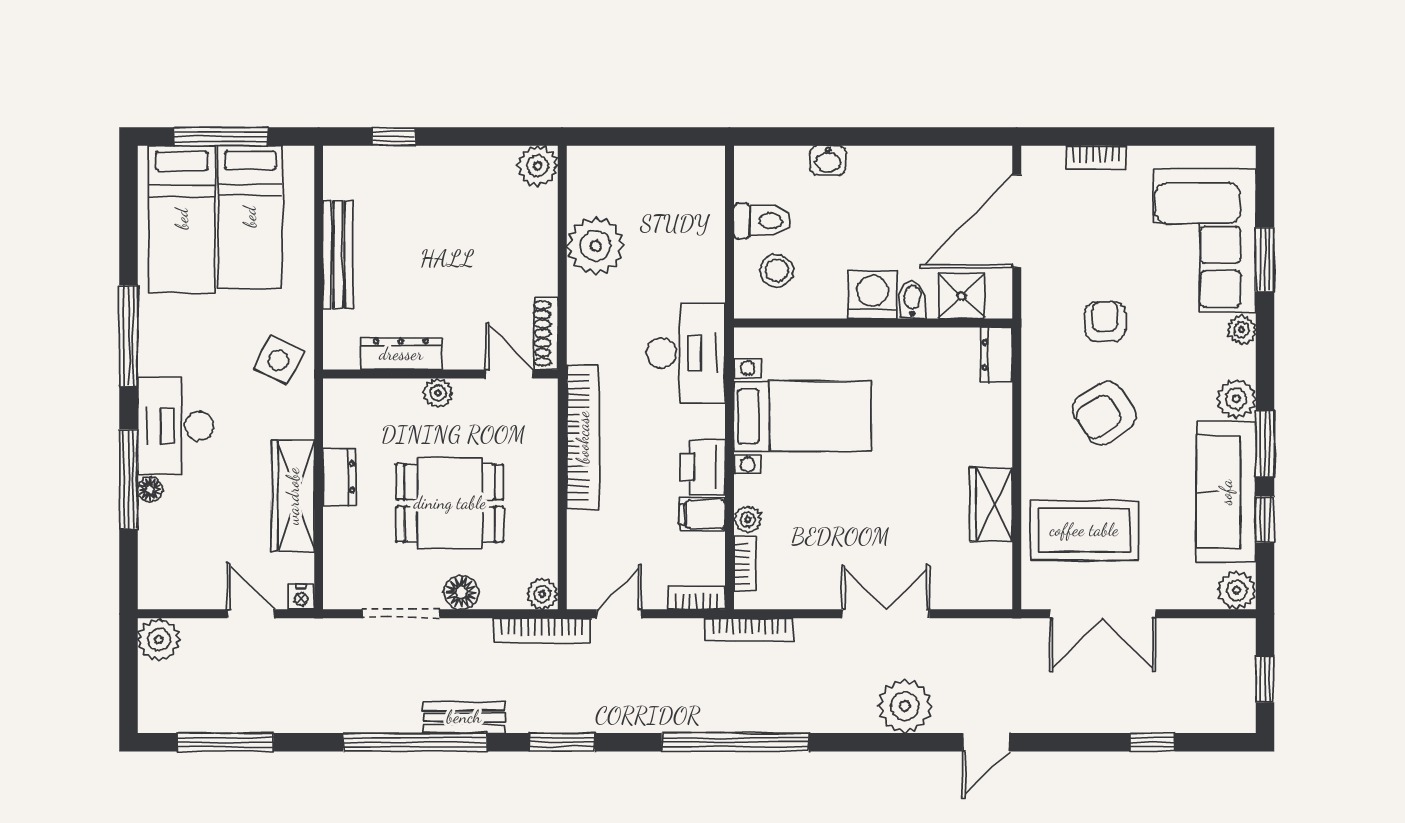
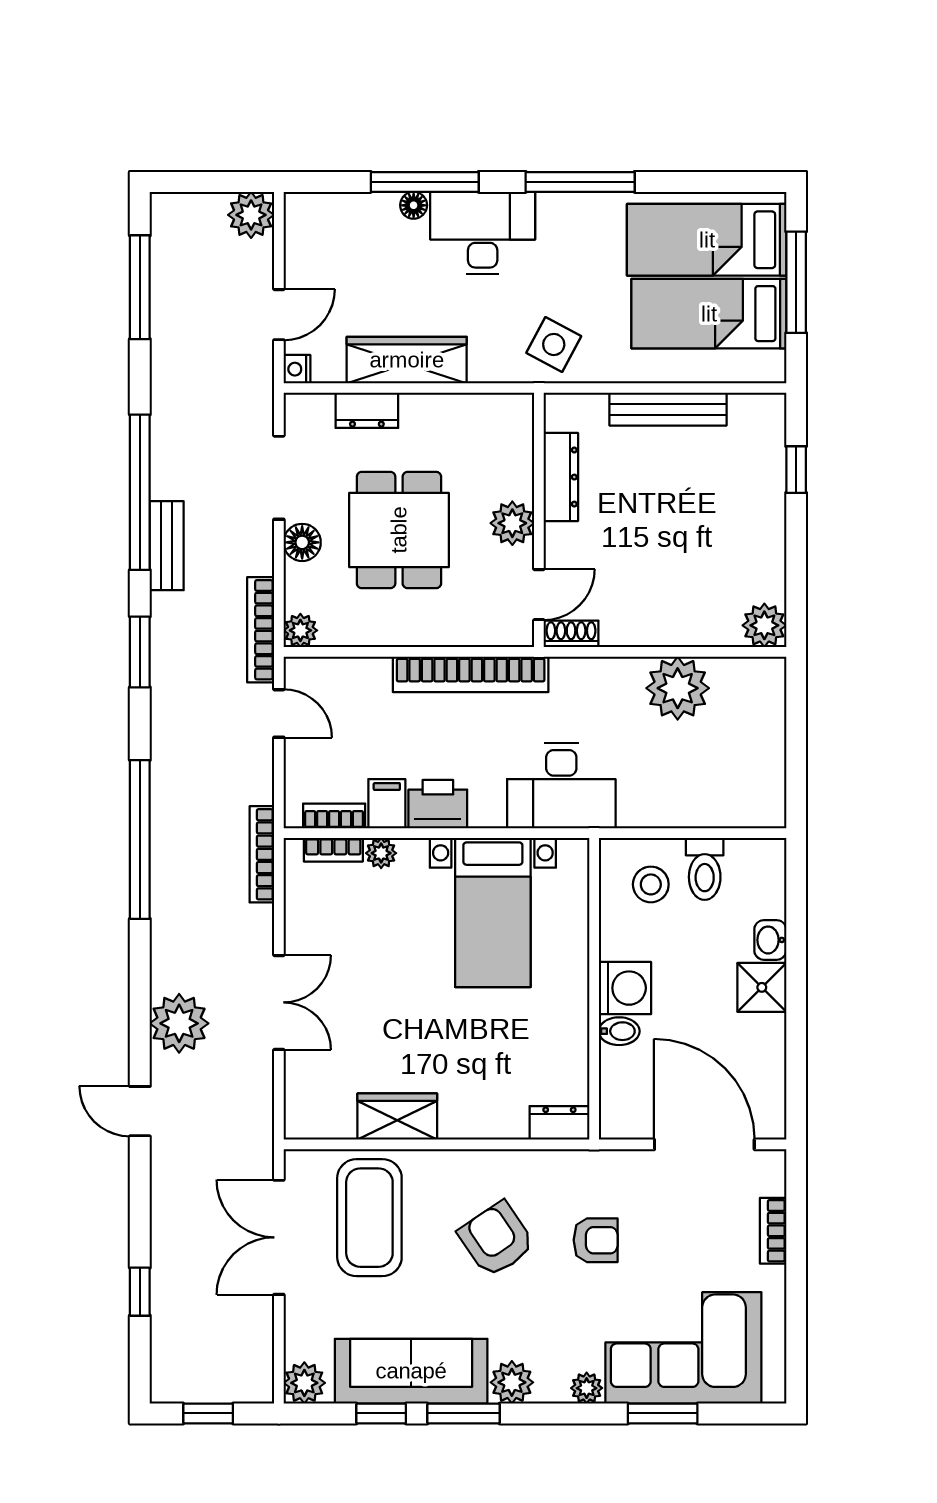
shower: (961, 296) -> (762, 987), moved
shoe rack: (546, 333) -> (571, 634), width x0.70
plant: (438, 393) -> (512, 523), width x1.38, depth x1.38
dresser: (339, 477) -> (367, 410), moved
bookcase: (696, 598) -> (334, 816), moved, turned -90

